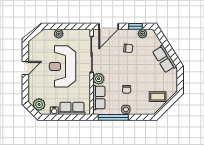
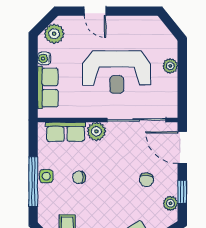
reception desk: (63, 66) -> (117, 72), turned 180
door: (25, 68) -> (95, 11), moved
window: (113, 117) -> (33, 181), moved

